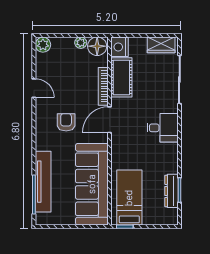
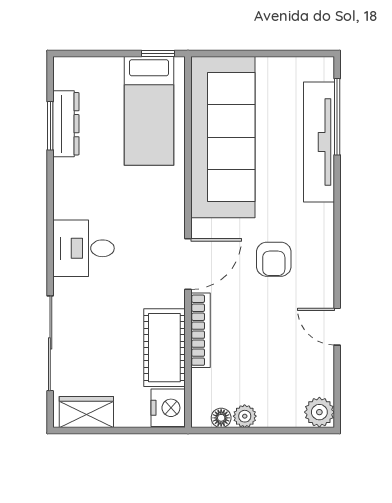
floor lamp: (97, 46) -> (221, 418), width x0.53, depth x0.53

